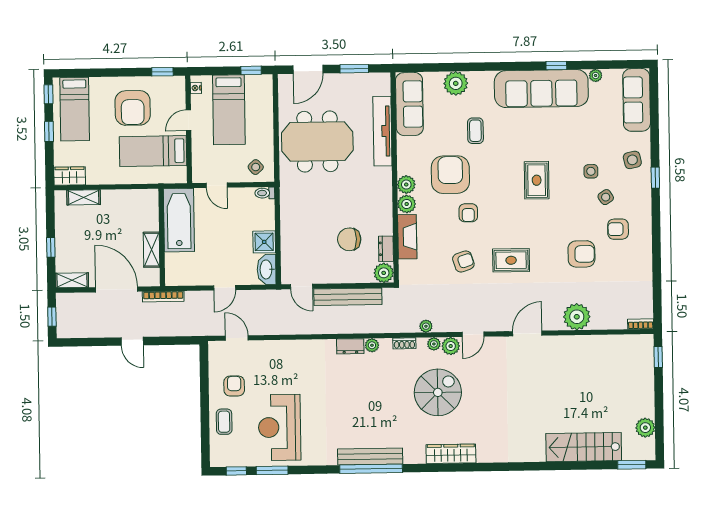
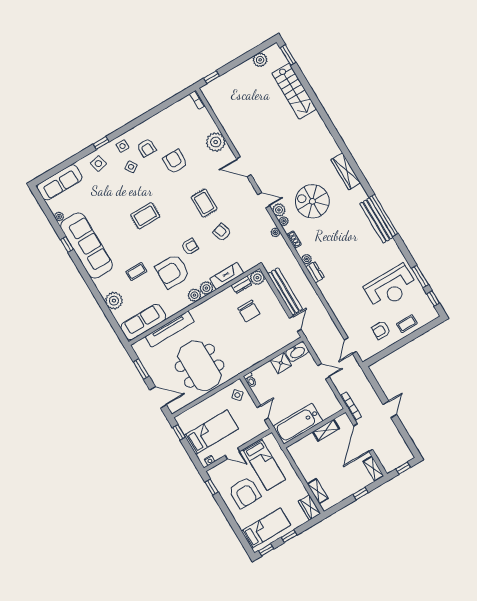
armchair: (133, 108) -> (245, 493), turned 90
side table: (591, 171) -> (122, 146), moved

